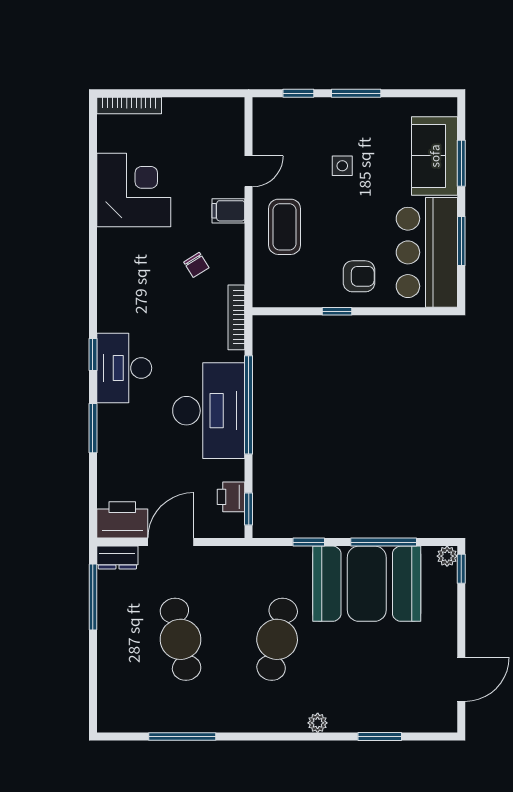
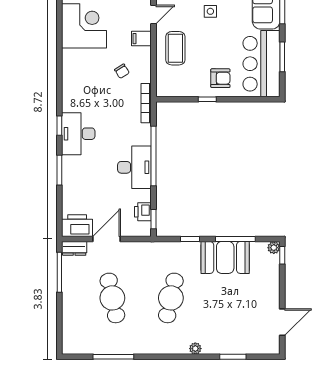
desk: (209, 411) -> (134, 167), width x0.73, depth x0.77
booth: (367, 584) -> (225, 257), width x0.73, depth x0.70

